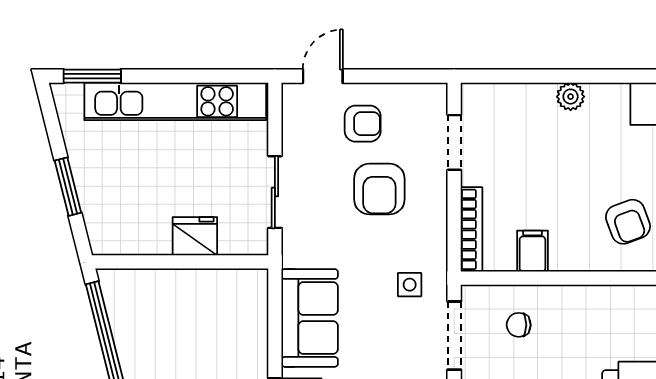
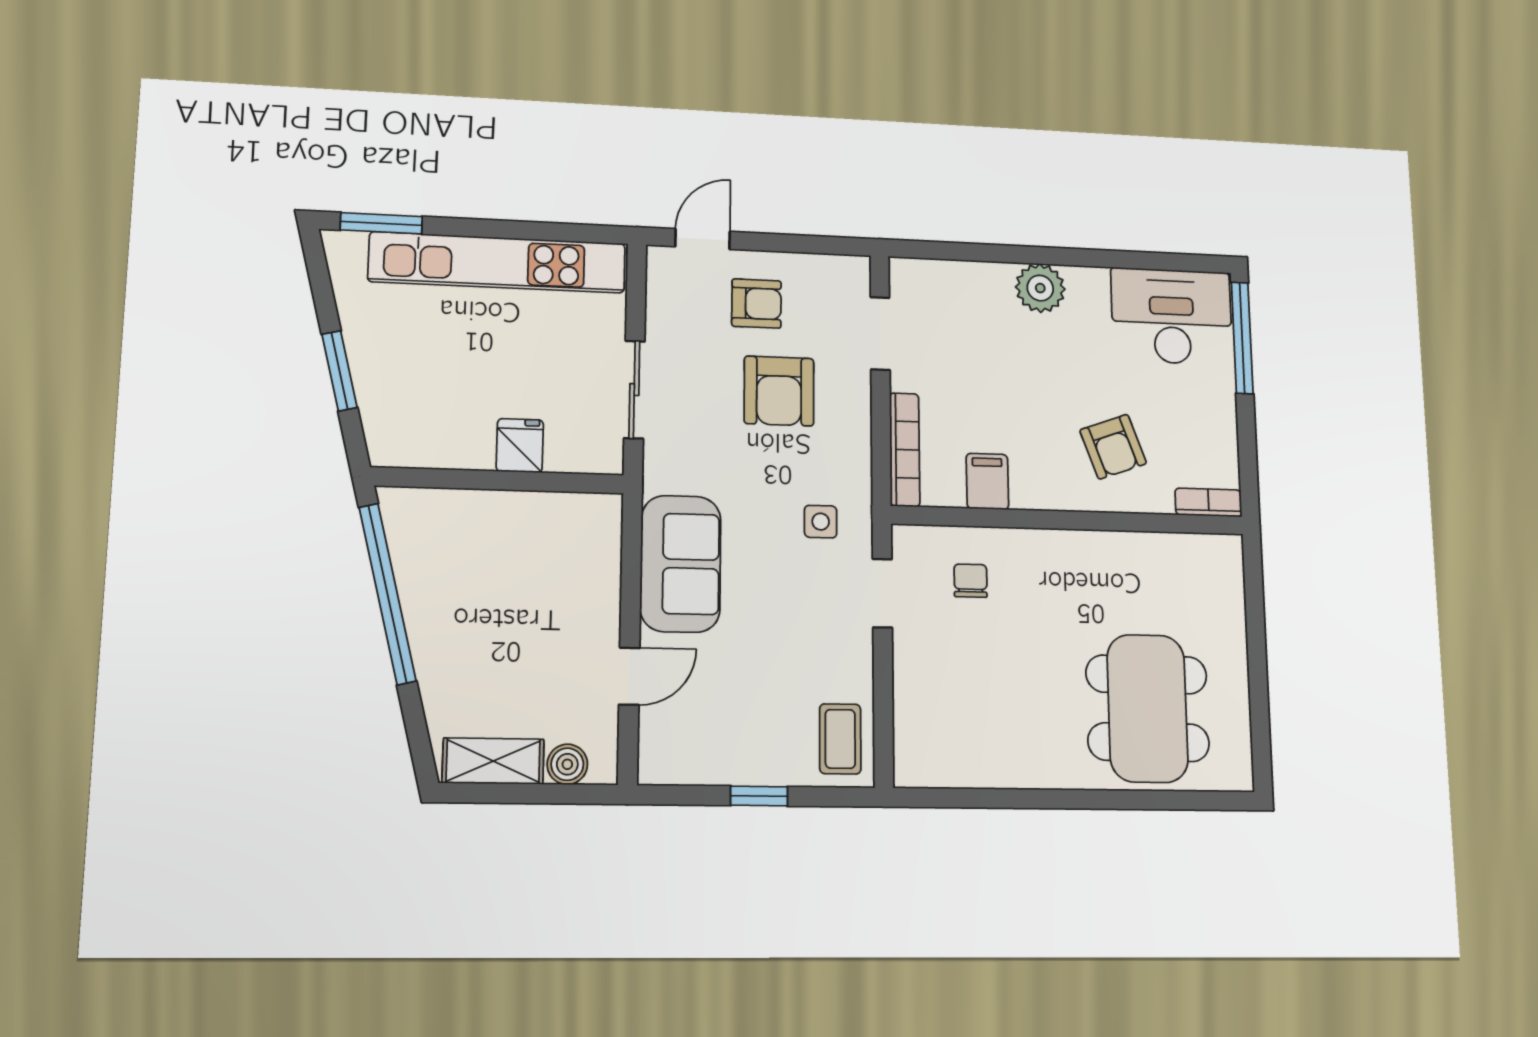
plant: (571, 97) -> (1040, 288), width x1.38, depth x1.38
fridge: (195, 236) -> (520, 446), width x0.72
chair: (519, 325) -> (971, 581), turned 90
doorway: (454, 336) -> (882, 593), width x0.73

